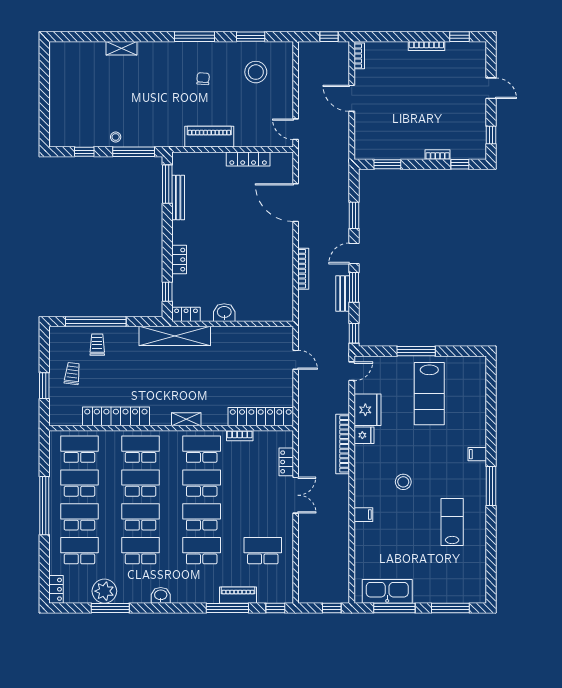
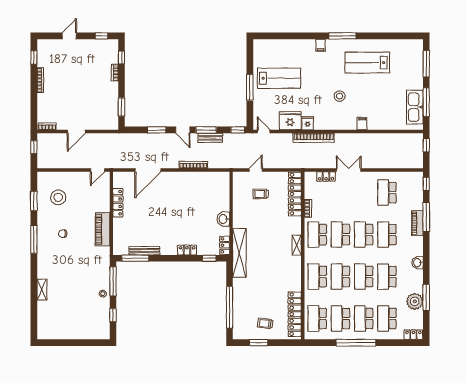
trolley: (97, 345) -> (261, 194), moved
window: (44, 386) -> (259, 343), moved
locker: (116, 416) -> (295, 314), moved
lab bench: (452, 522) -> (367, 63), width x1.36, depth x1.39
piano: (238, 595) -> (417, 223), moved

